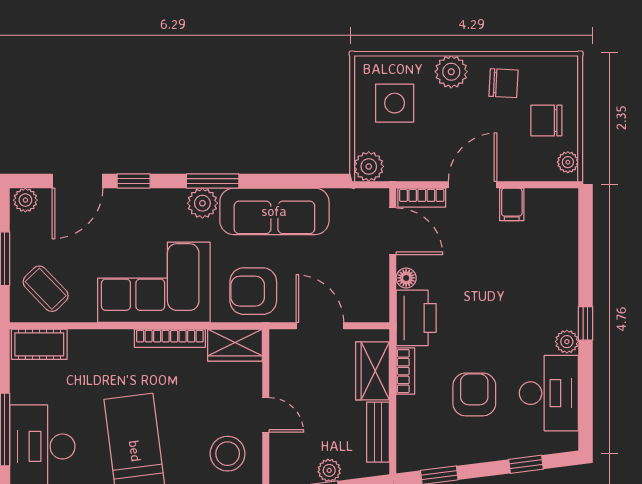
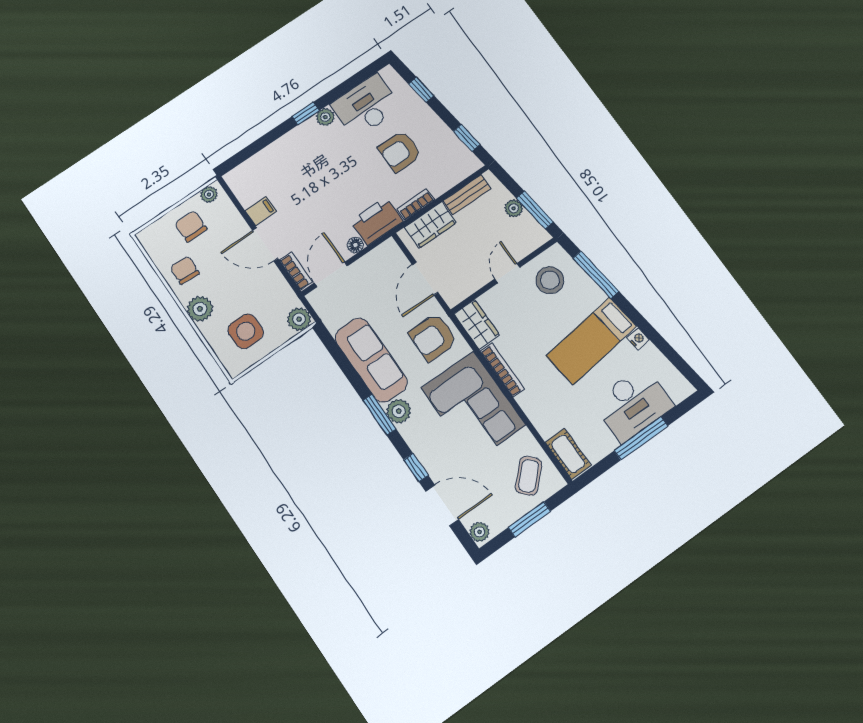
chair: (546, 120) -> (191, 226), turned 180
armchair: (253, 291) -> (433, 337), turned 90

